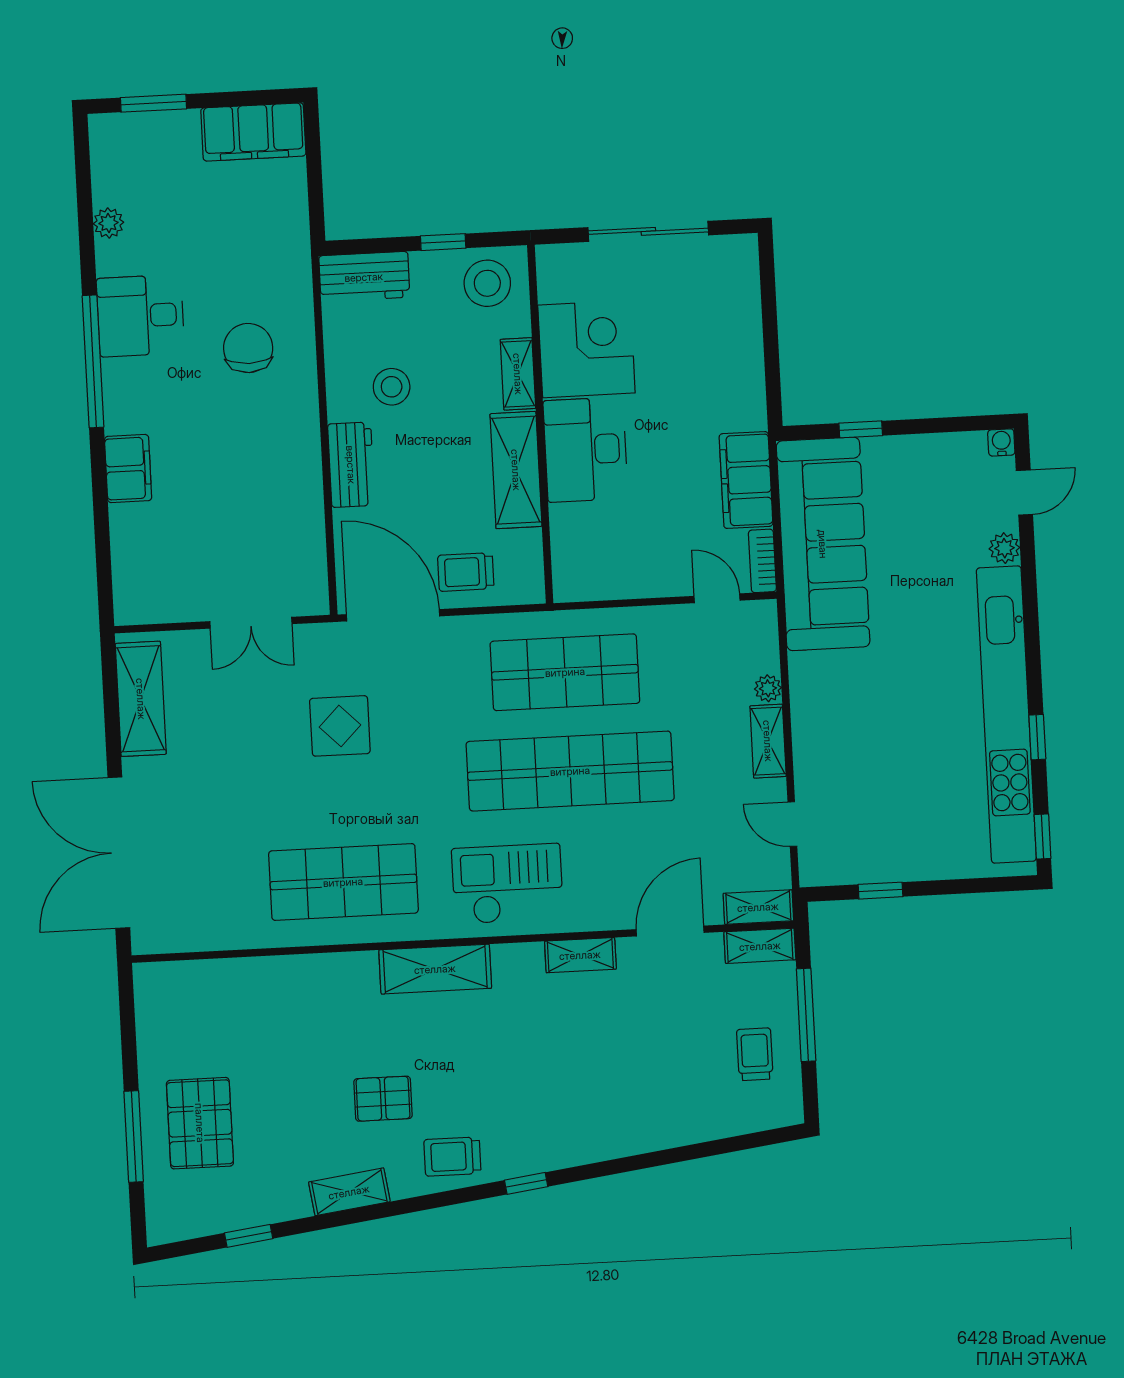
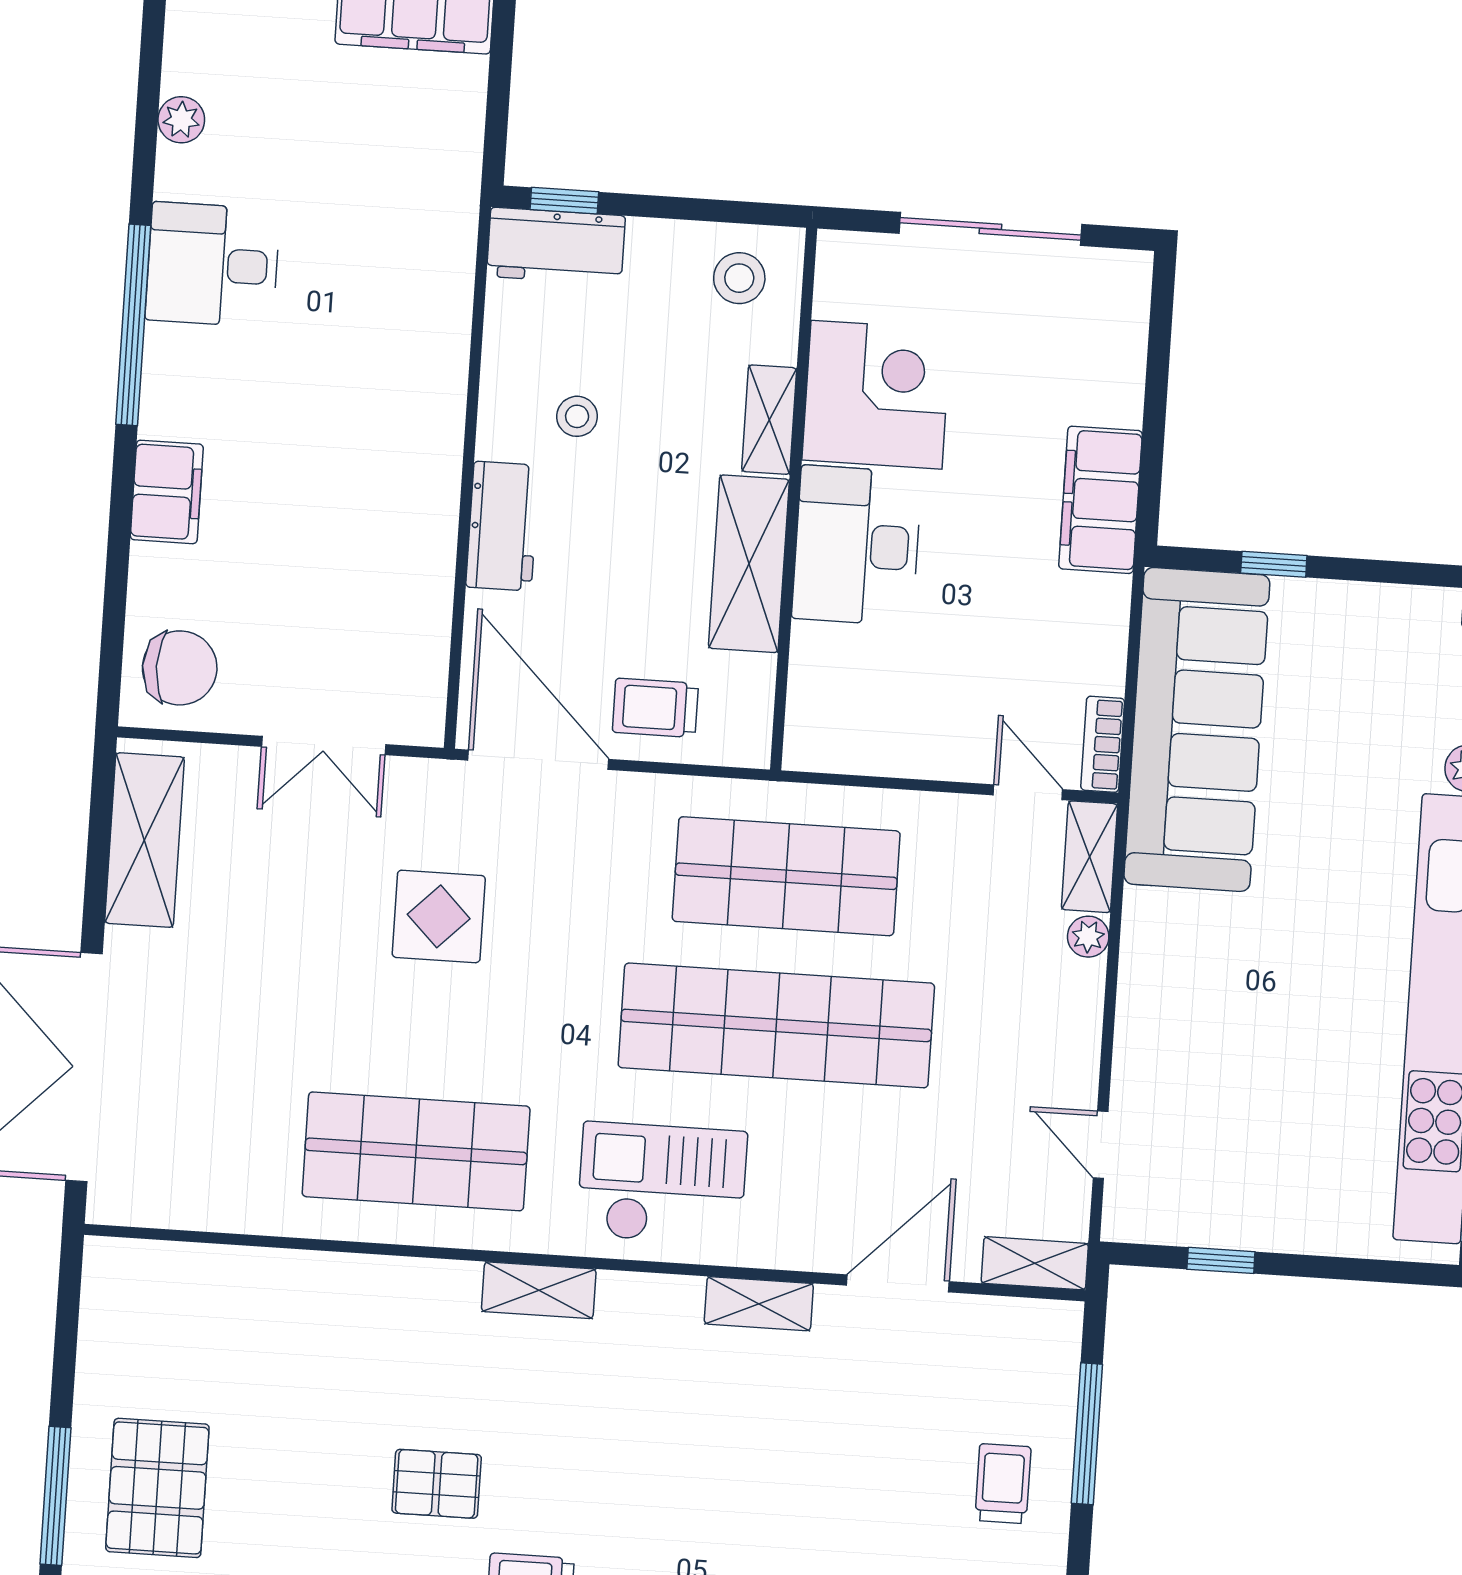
window: (443, 242) -> (564, 201), moved
stool: (487, 283) -> (739, 278), width x0.73, depth x0.73
chair: (248, 348) -> (180, 668), moved, turned 90
stool: (392, 387) -> (577, 416), width x0.73, depth x0.73
filing cabinet: (746, 480) -> (1101, 500), moved
shelving: (768, 741) -> (1089, 857), moved
shelving: (760, 946) -> (1030, 1322), removed
shelving: (435, 969) -> (539, 1290), width x0.67, depth x0.75

